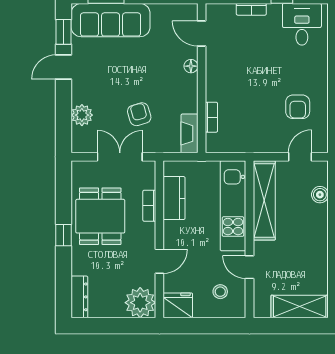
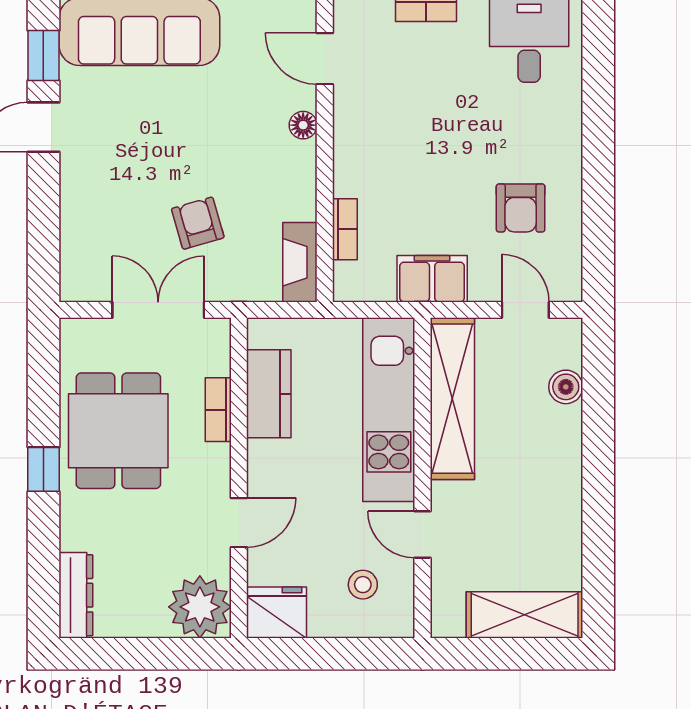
plant: (82, 115) -> (81, 225), removed
filing cabinet: (254, 142) -> (432, 279), added
door: (300, 157) -> (525, 310), hinge flipped

